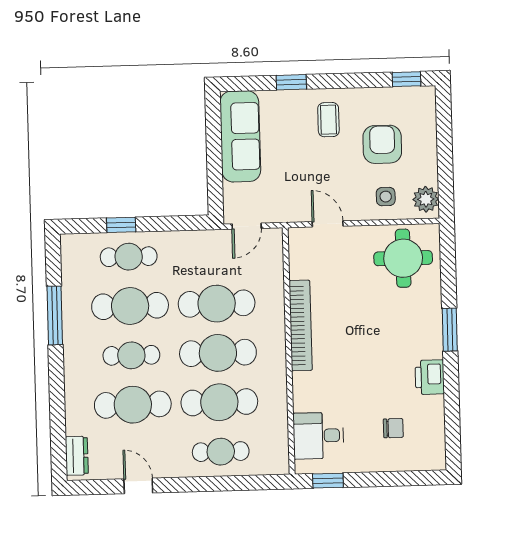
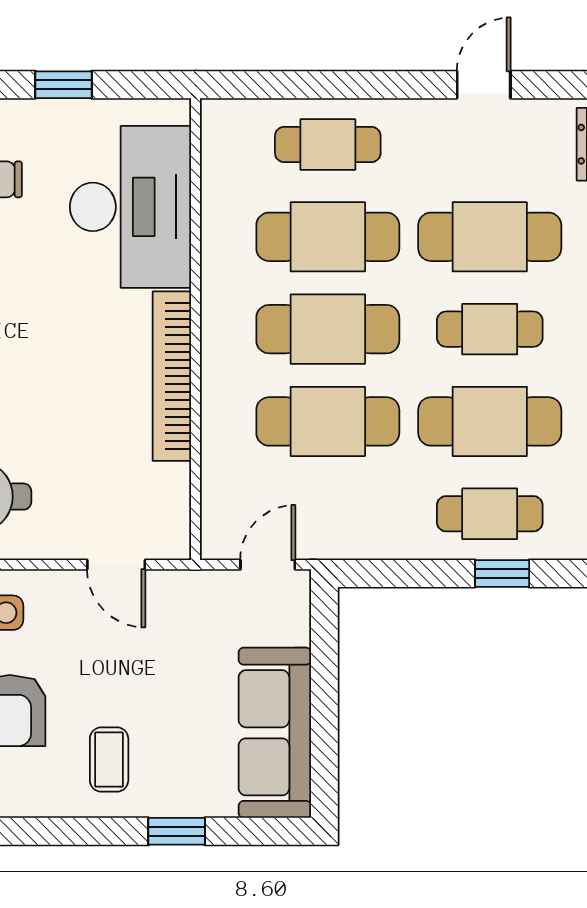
desk: (318, 436) -> (130, 207), width x1.87, depth x1.30
window: (328, 481) -> (63, 85), moved
door: (138, 486) -> (484, 85), swing flipped

